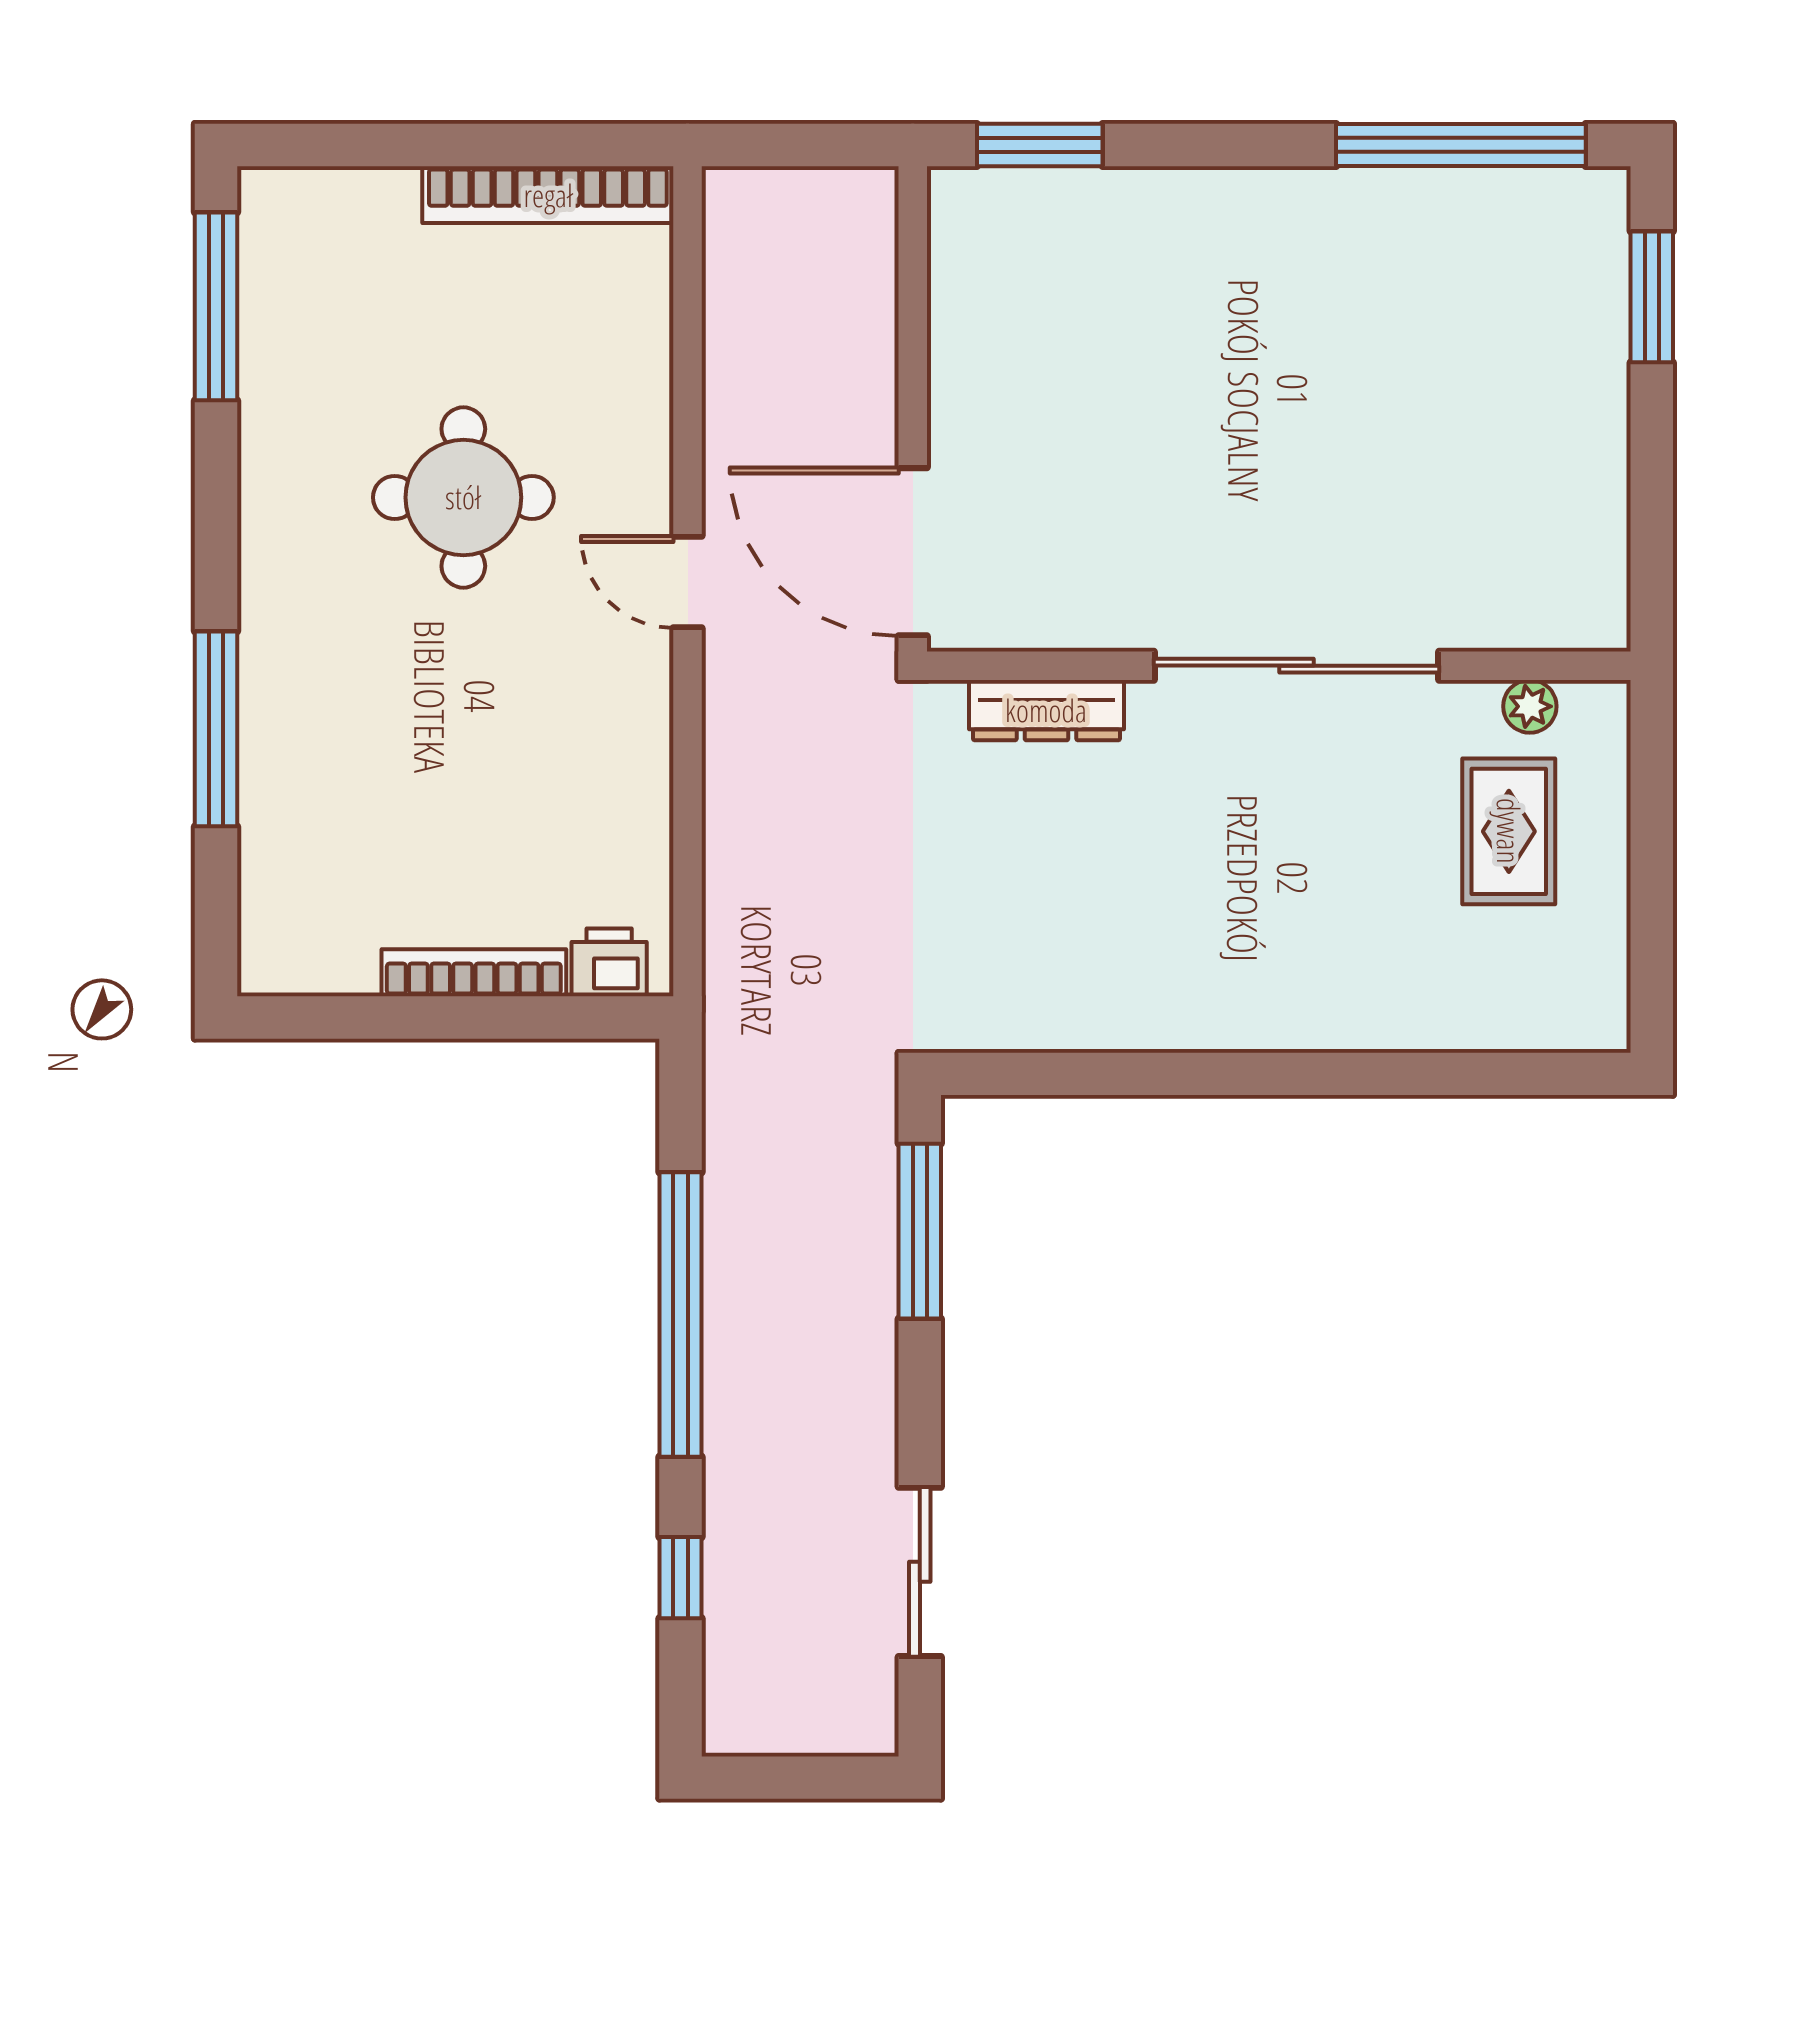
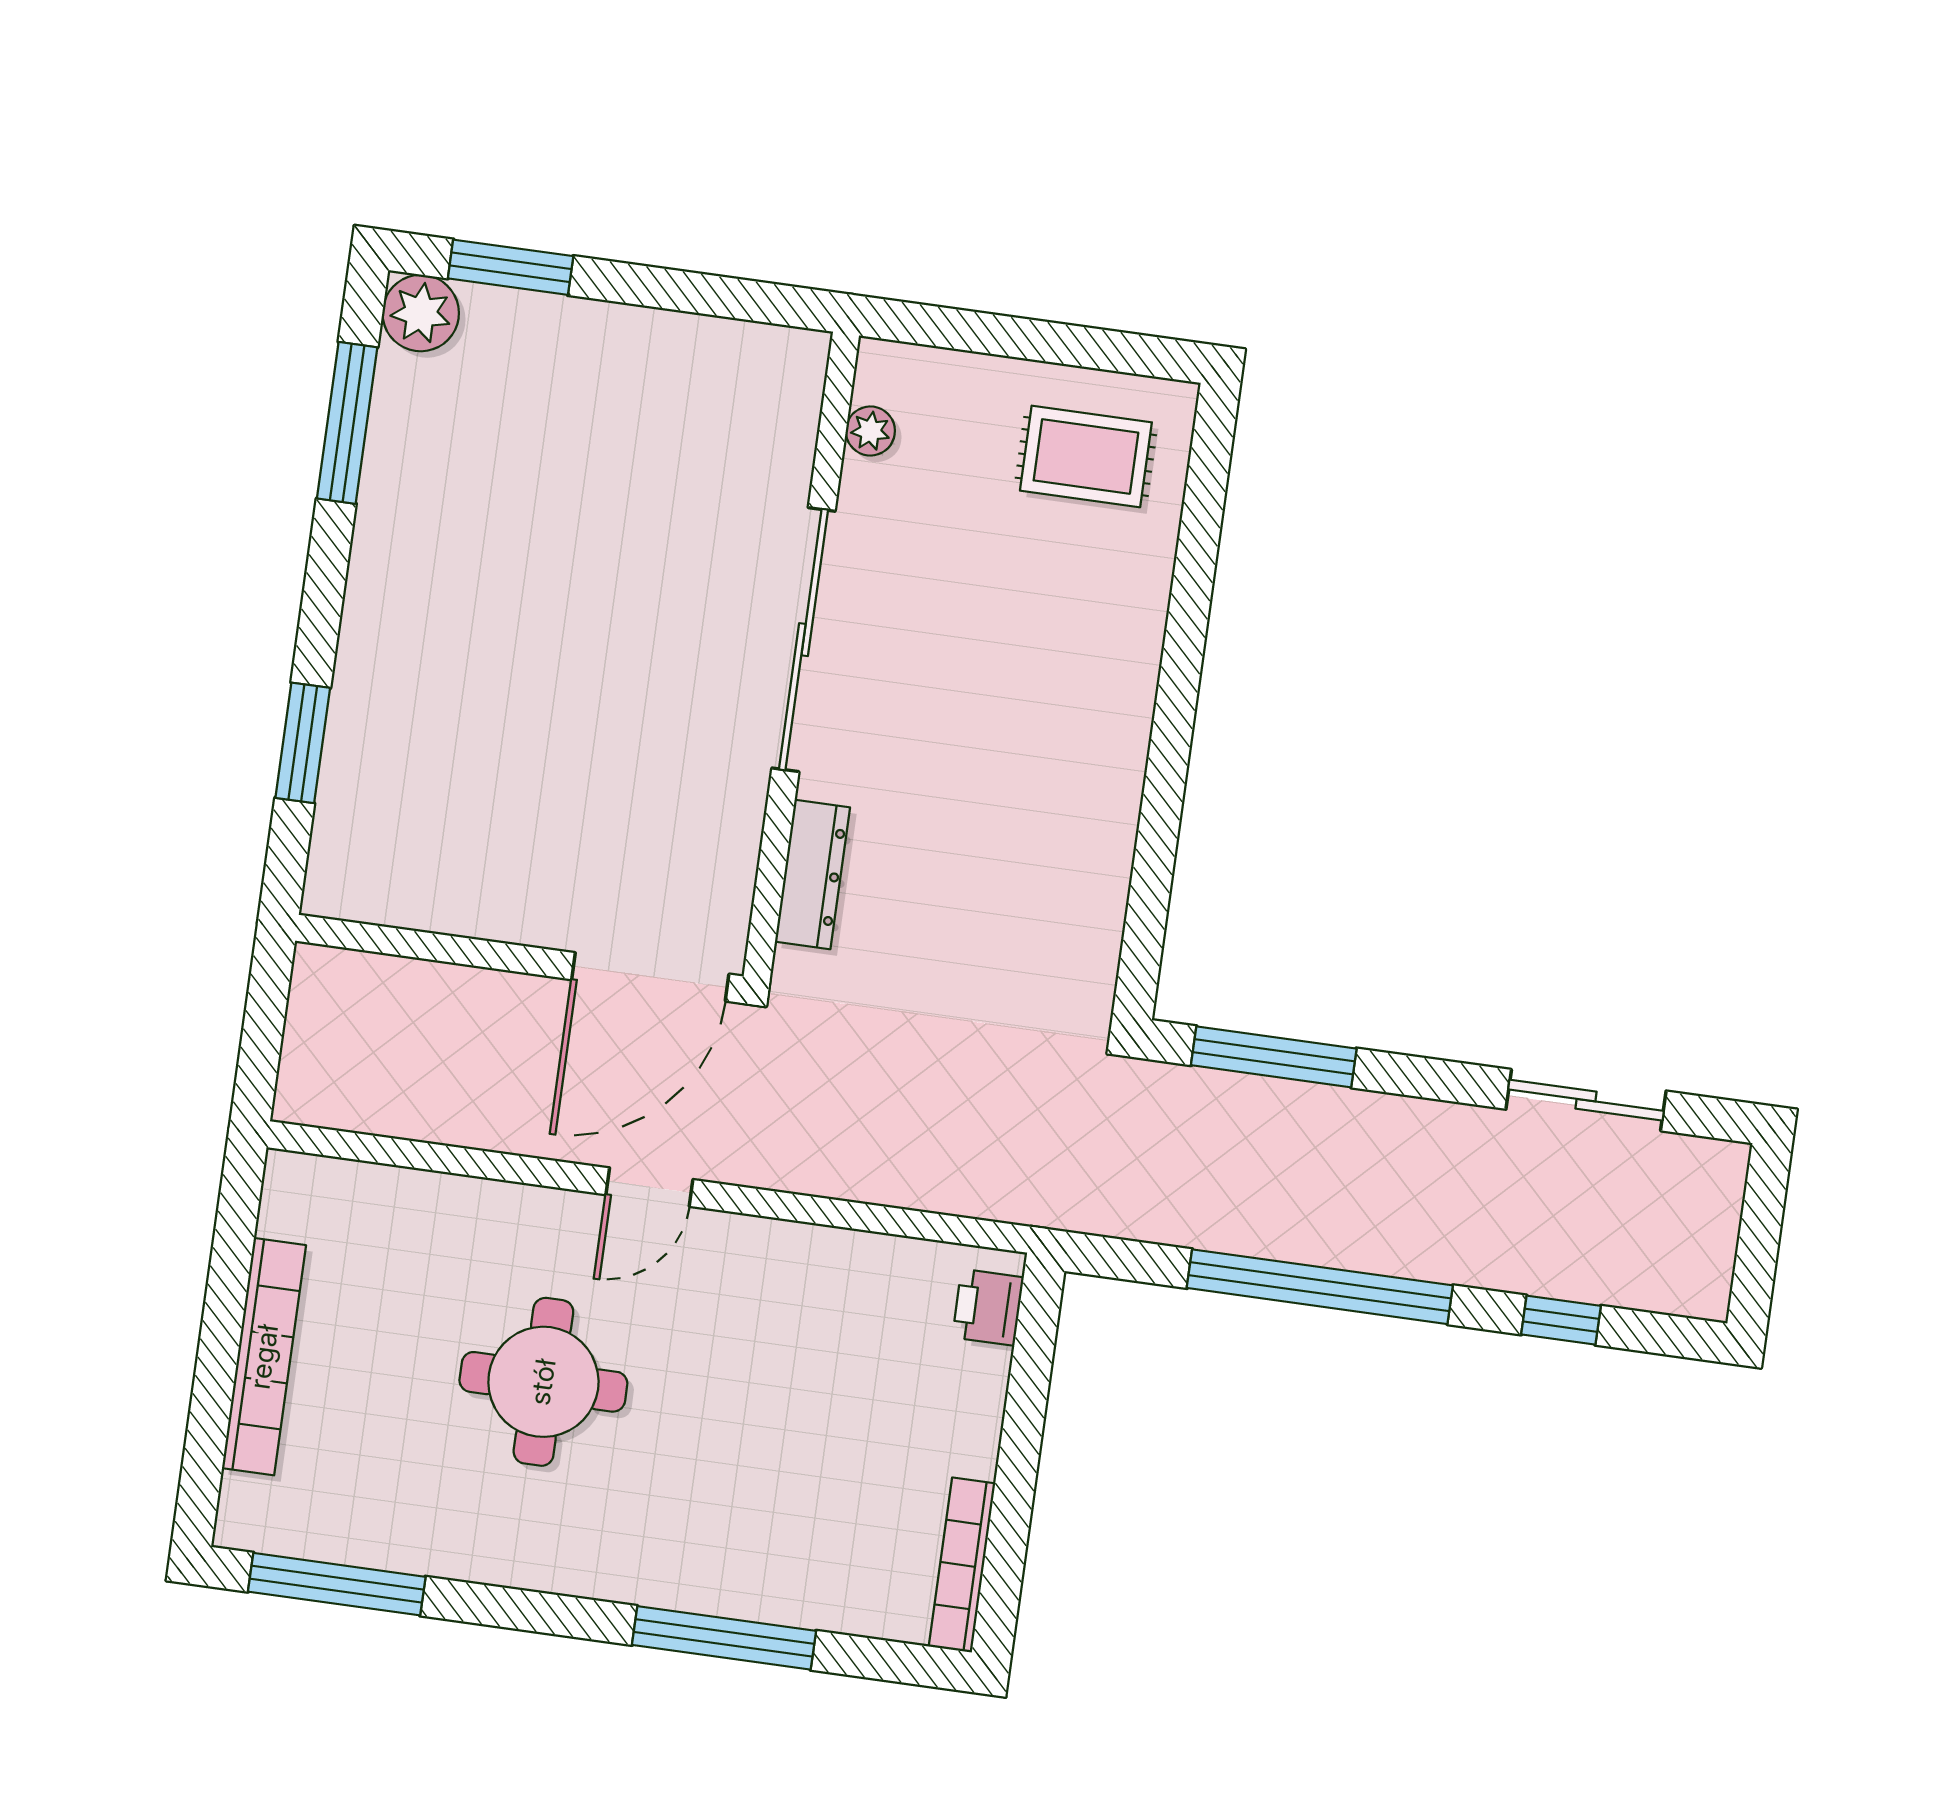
window: (1040, 145) -> (303, 743), moved
window: (1461, 145) -> (347, 423), width x0.68
bookcase: (548, 195) -> (264, 1357), moved
plant: (1589, 207) -> (421, 313), added
rug: (1509, 831) -> (1086, 456), moved
bookcase: (474, 973) -> (962, 1565), moved

